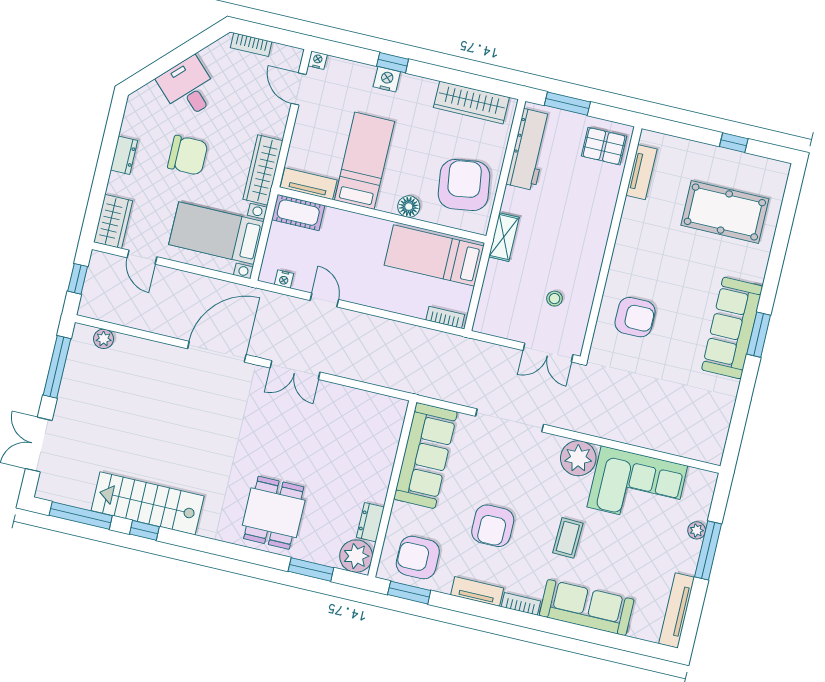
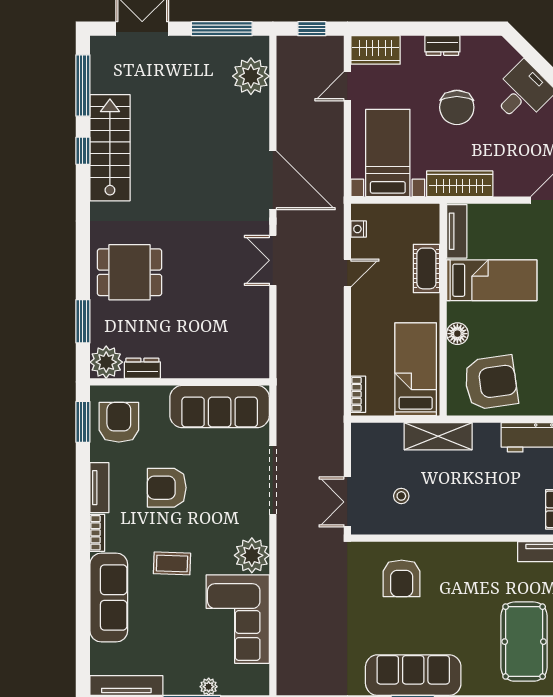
cot: (298, 213) -> (426, 268), moved
shelving: (504, 237) -> (438, 436), width x1.50, depth x1.33
plant: (104, 339) -> (251, 76), width x1.88, depth x1.88

